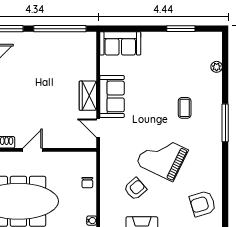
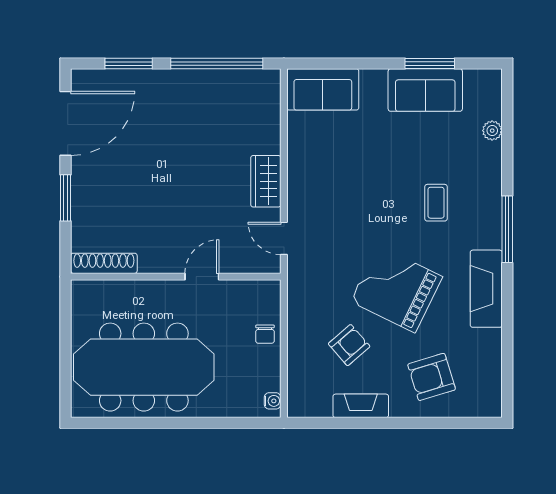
sofa: (112, 96) -> (425, 90), moved, turned 90
door: (33, 150) -> (202, 277), moved
fireplace: (213, 157) -> (486, 289), added
armchair: (203, 204) -> (432, 377), moved

